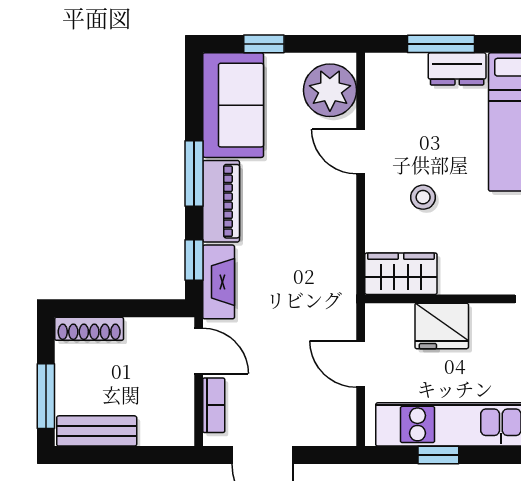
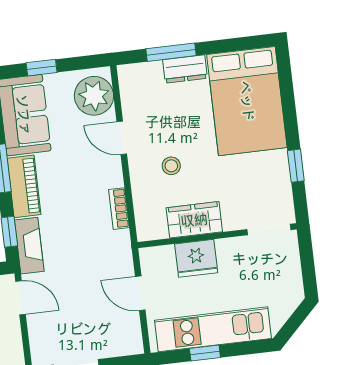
wardrobe: (401, 274) -> (194, 220), moved
bookcase: (214, 405) -> (119, 209), moved, turned 180

